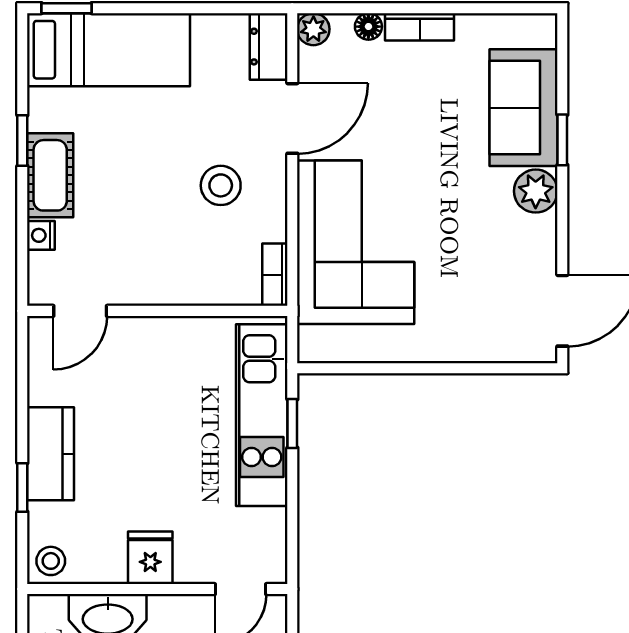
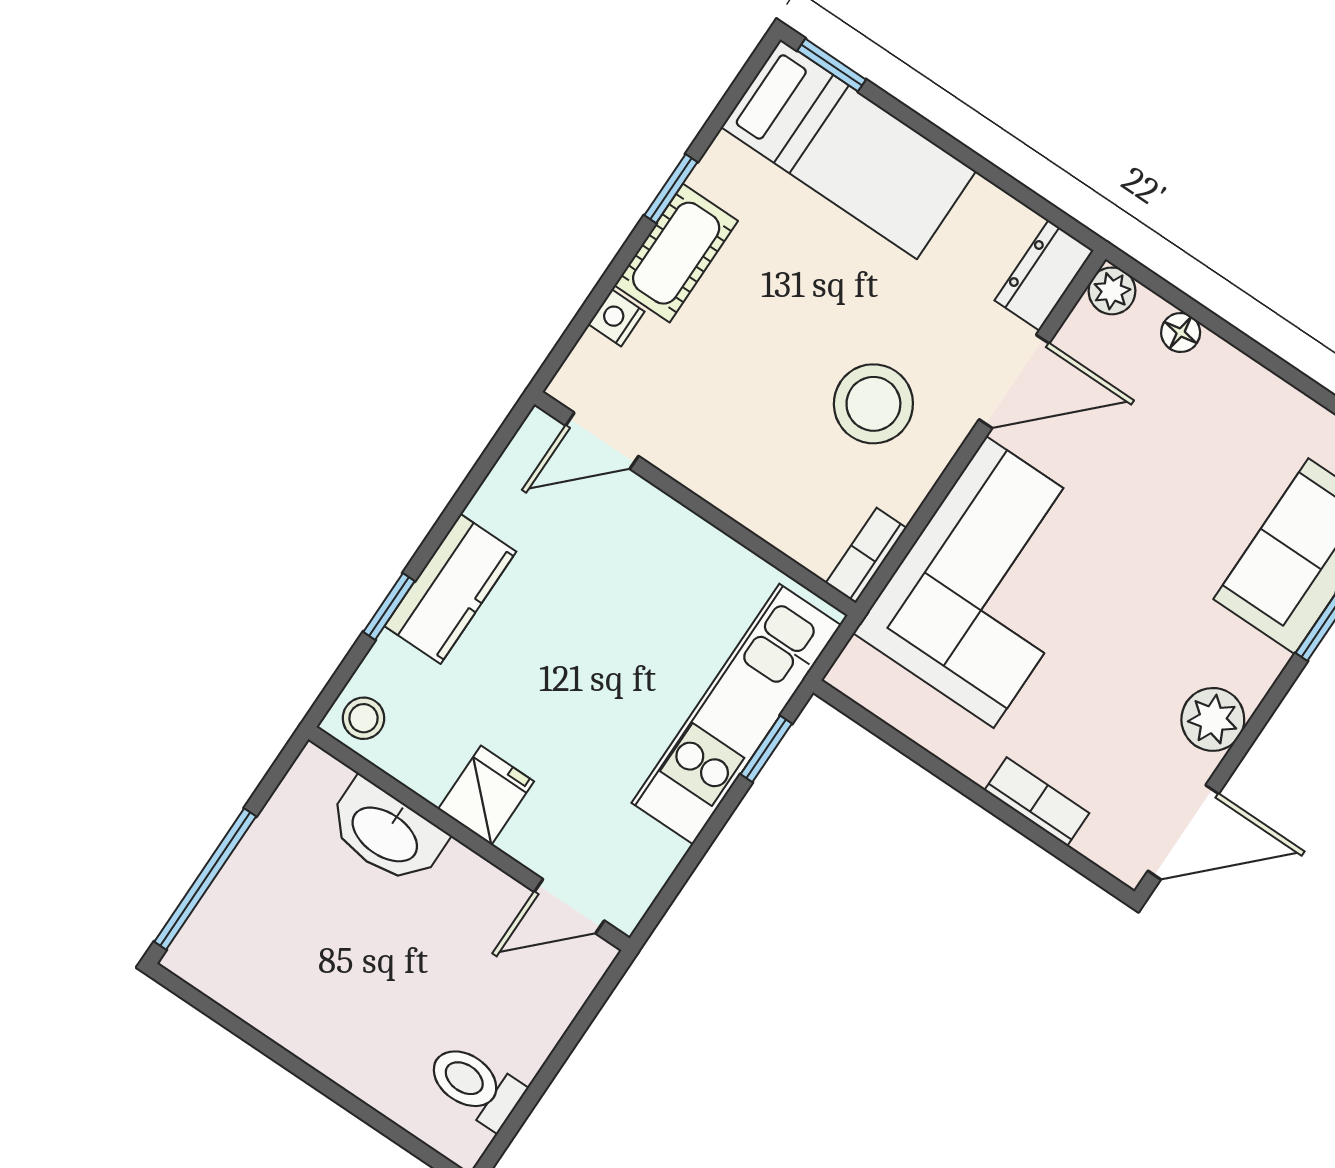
bookcase: (420, 27) -> (1037, 802), moved, turned 180
stool: (221, 185) -> (873, 404), width x1.38, depth x1.38
plant: (536, 191) -> (1213, 719), moved

